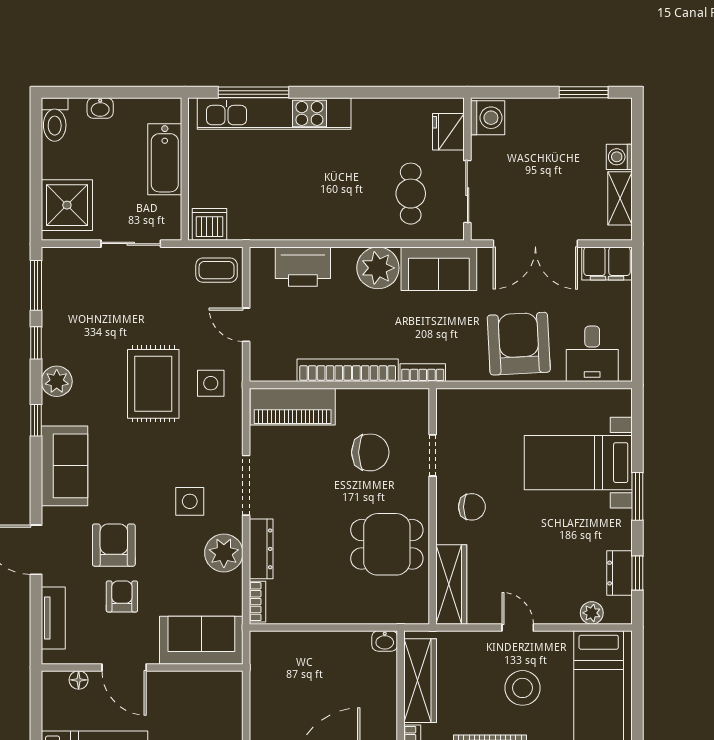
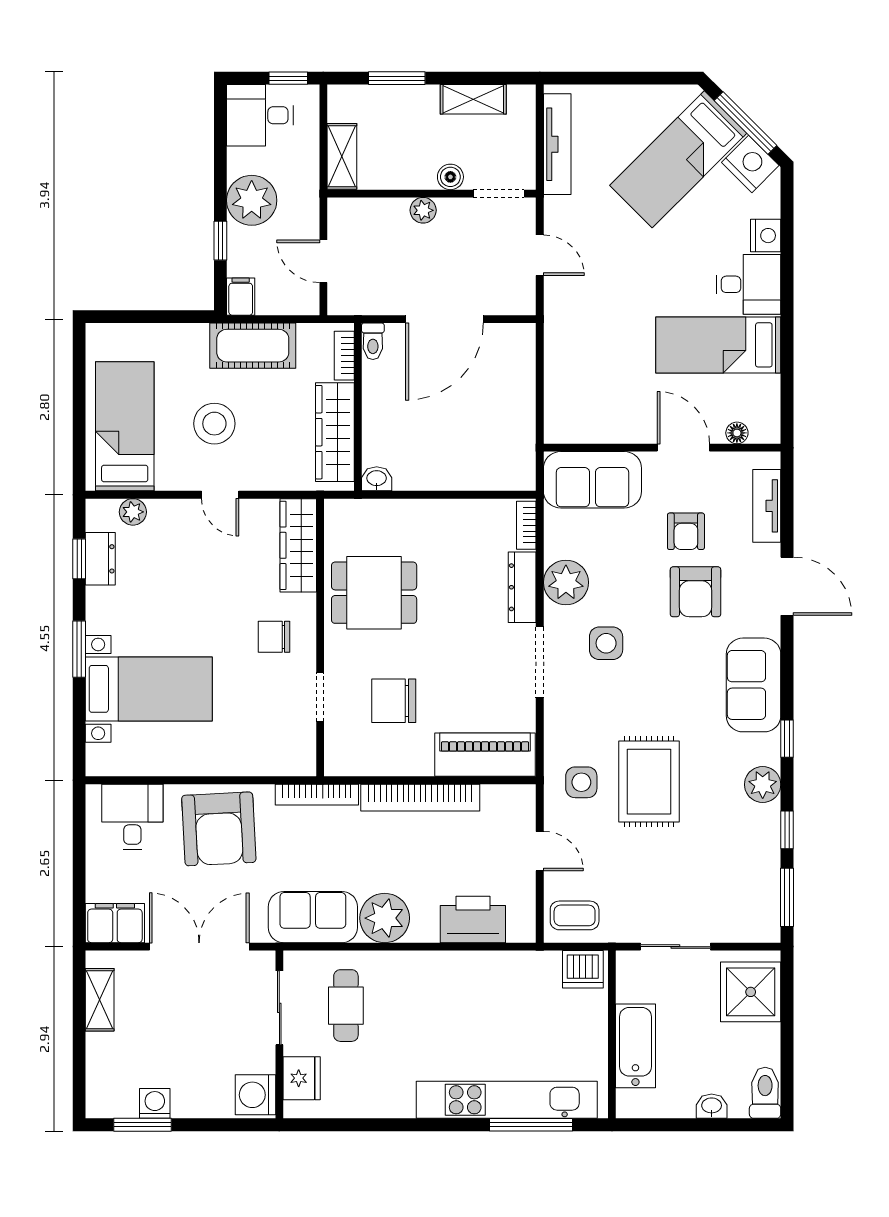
washing machine: (619, 157) -> (155, 1103), moved, turned -90
bookcase: (423, 373) -> (317, 795), width x1.56

